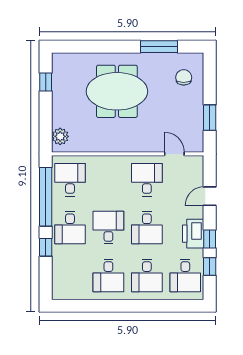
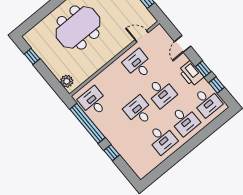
desk: (70, 228) -> (116, 130), removed

